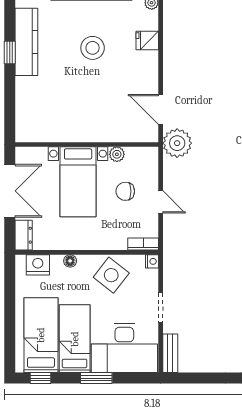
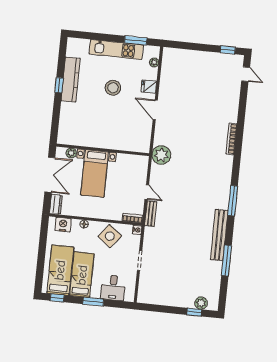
door: (161, 109) -> (155, 110), moved
plant: (117, 154) -> (71, 153), moved
chair: (125, 191) -> (125, 183), removed
desk: (124, 348) -> (113, 288), width x0.53, depth x0.77
bench: (170, 353) -> (151, 214), moved

